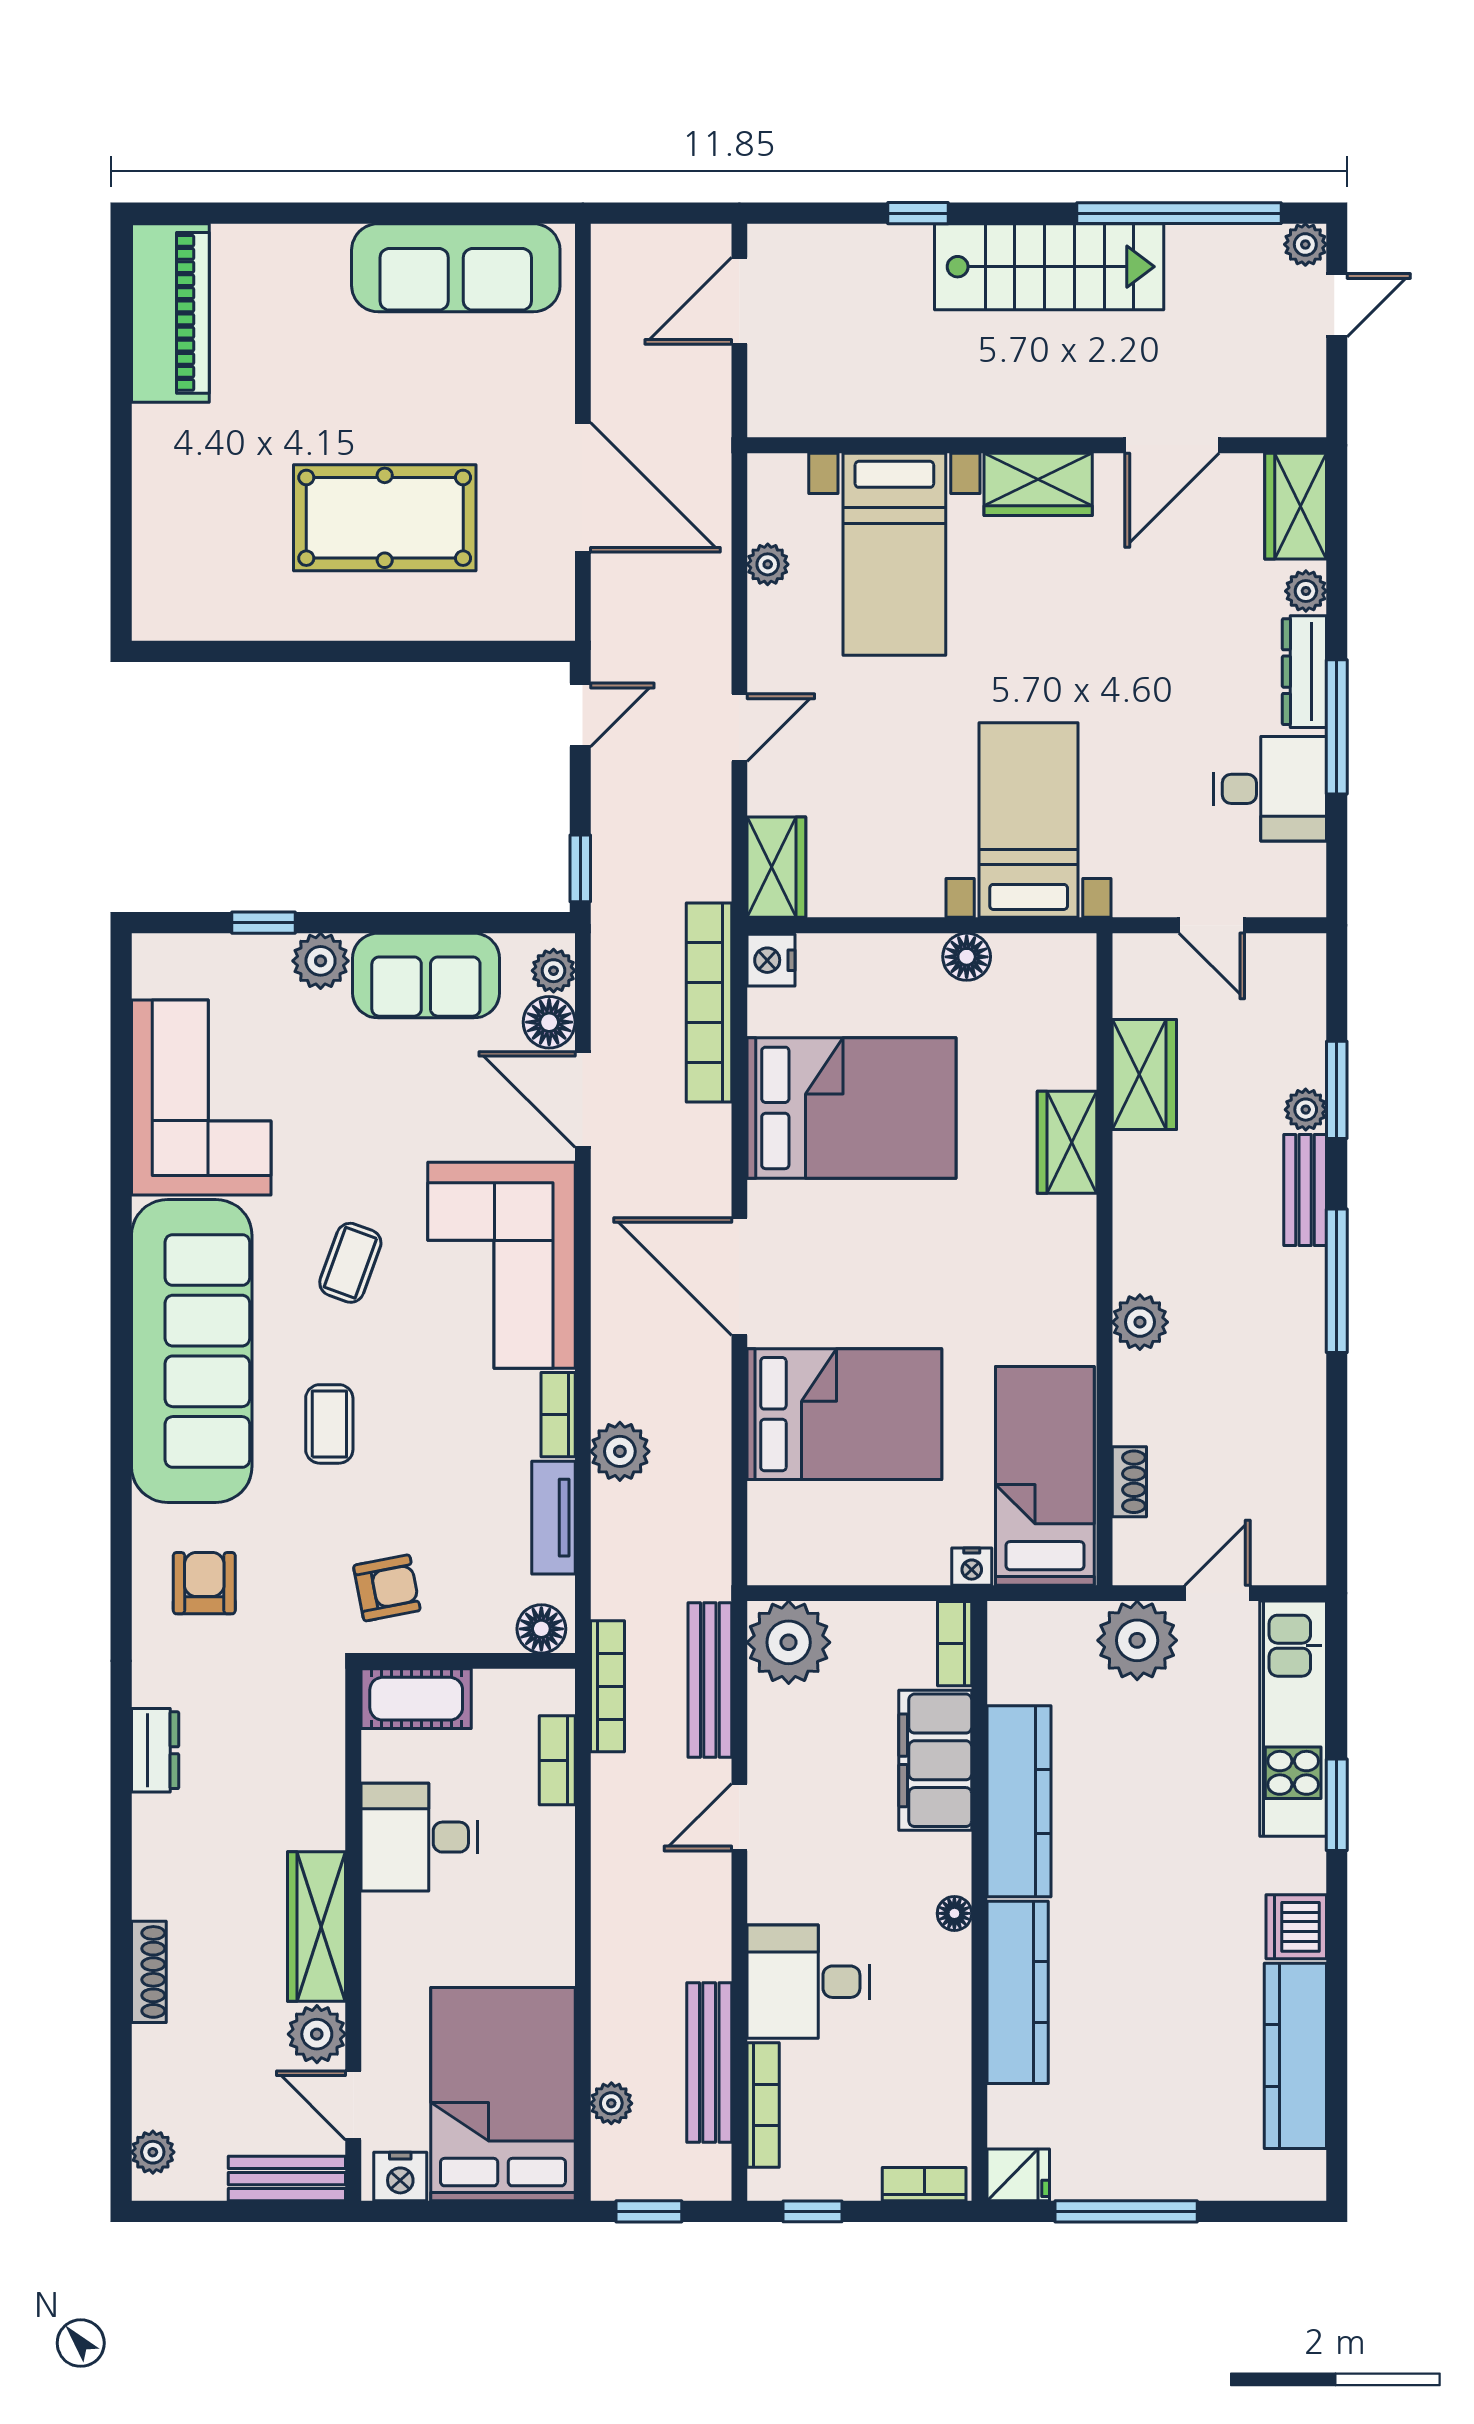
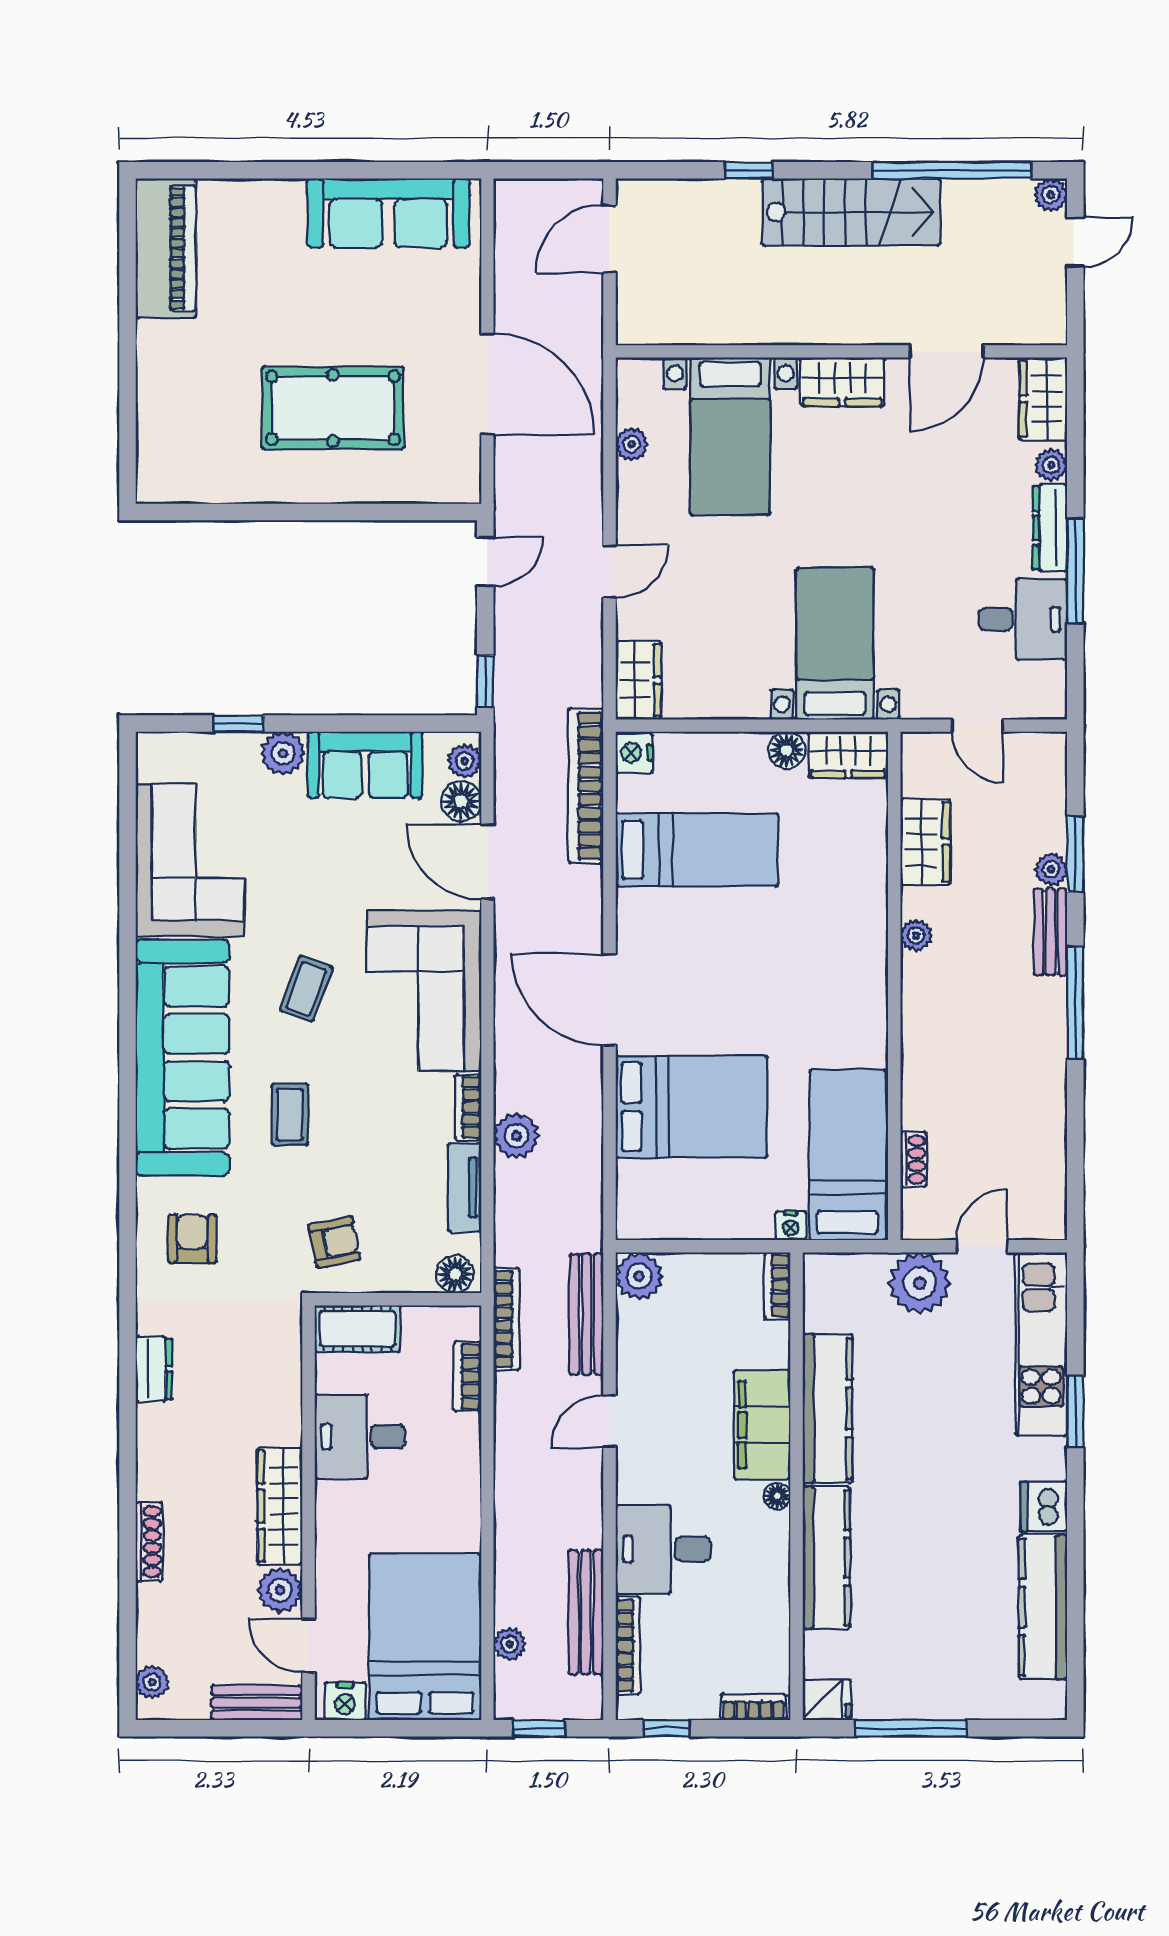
bed: (851, 1108) -> (697, 850), width x0.67
wardrobe: (1067, 1142) -> (848, 755), moved, turned -90
plant: (1140, 1322) -> (916, 935), moved, width x0.73, depth x0.73
plant: (789, 1642) -> (639, 1276), width x0.73, depth x0.73
filing cabinet: (935, 1760) -> (762, 1425), moved

